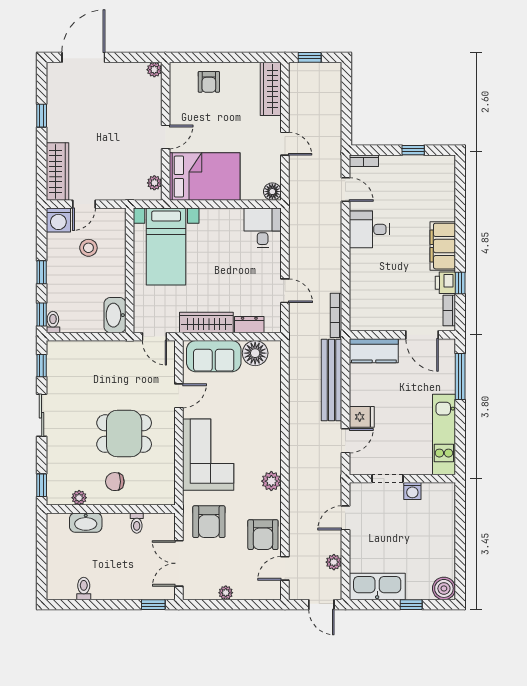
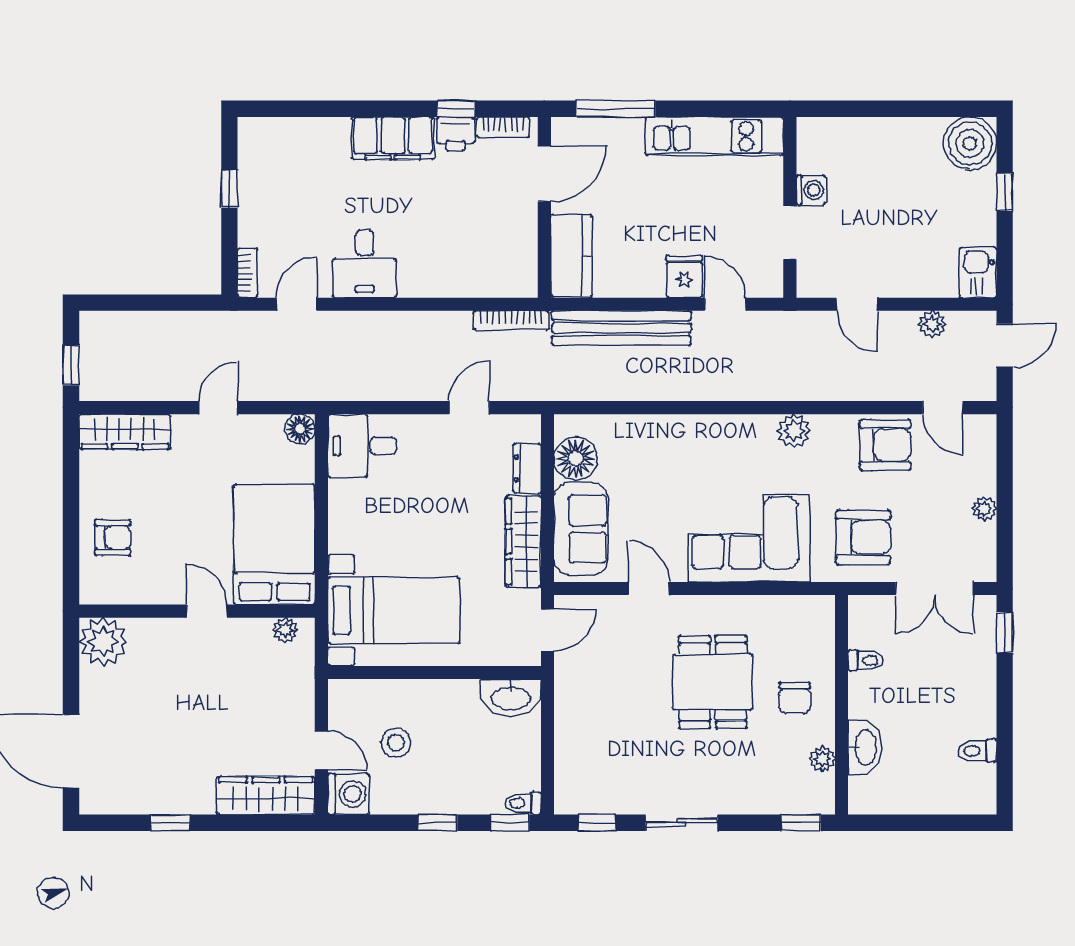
plant: (154, 70) -> (103, 642), width x1.87, depth x1.87
kitchen sink: (377, 586) -> (978, 272), width x0.53, depth x0.81
boiler: (444, 588) -> (970, 143), width x1.37, depth x1.37

